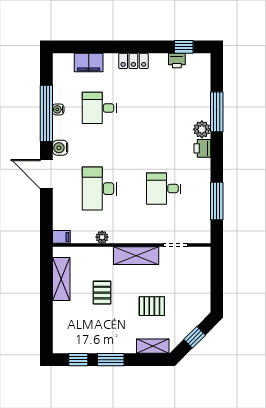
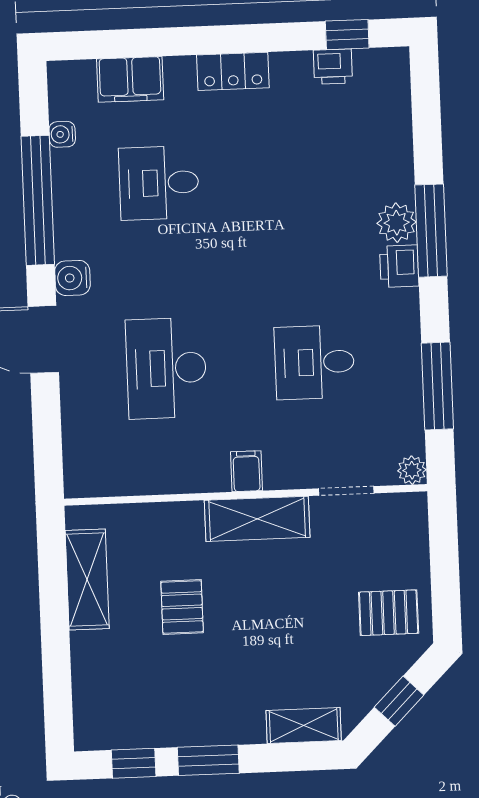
water cooler: (58, 109) -> (62, 134), moved
window: (217, 112) -> (431, 231), moved
filing cabinet: (61, 237) -> (246, 471), moved, turned -90
plant: (102, 237) -> (412, 470), moved
pallet: (152, 306) -> (389, 613), moved

